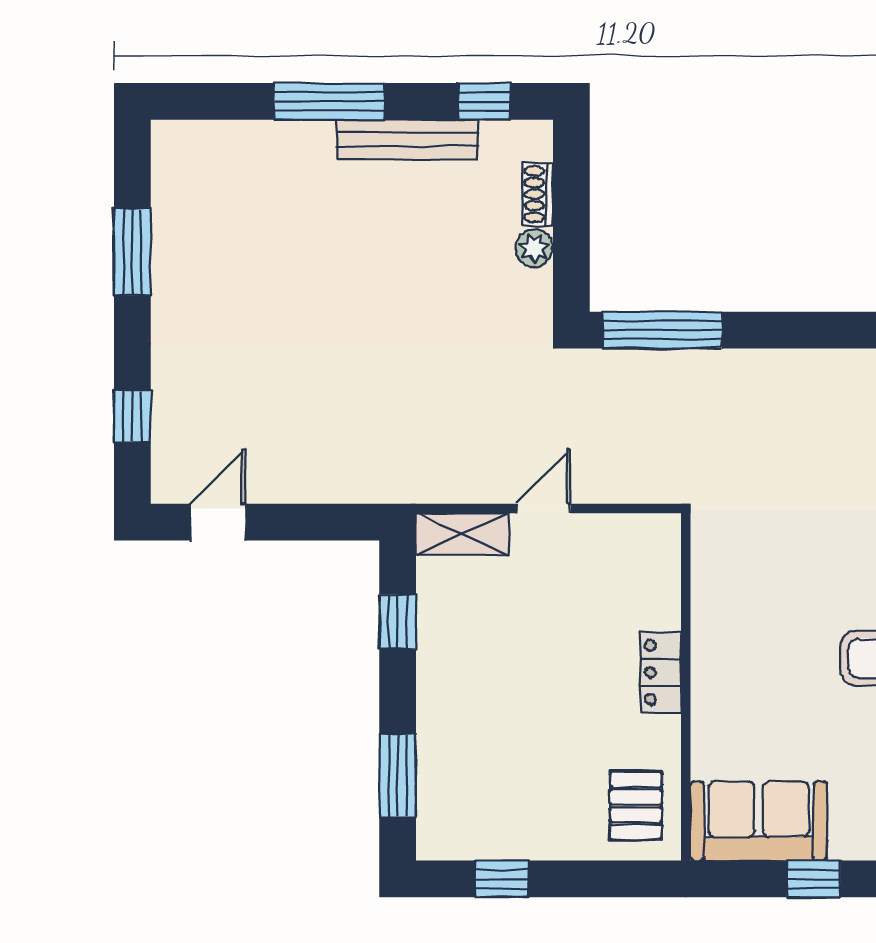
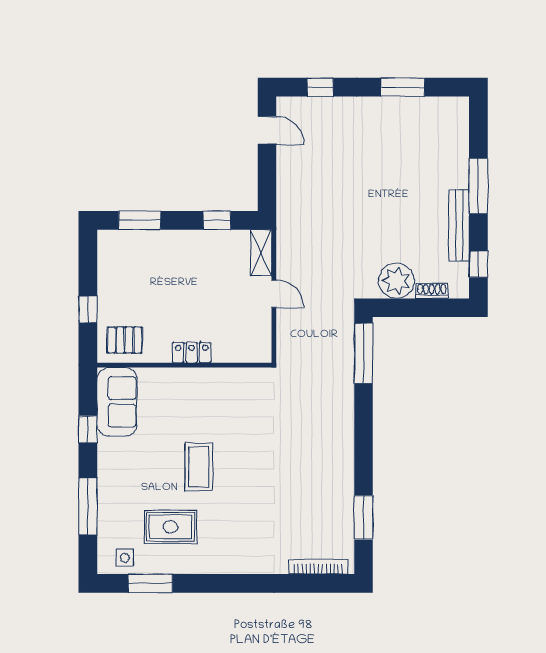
plant: (534, 248) -> (396, 281), width x1.88, depth x1.88
window: (502, 879) -> (88, 309), moved

